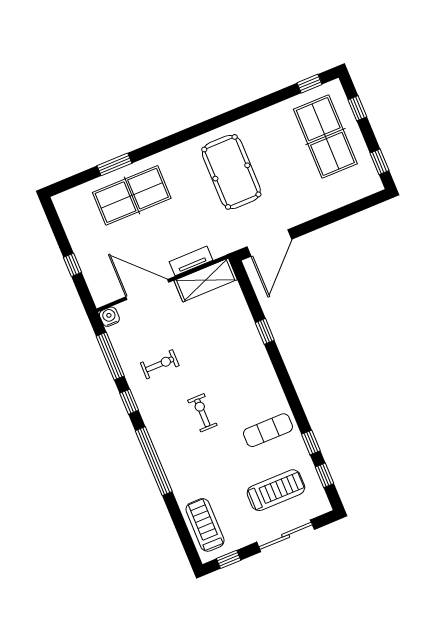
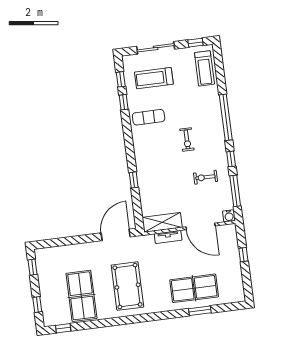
table tennis table: (325, 137) -> (81, 296), moved

